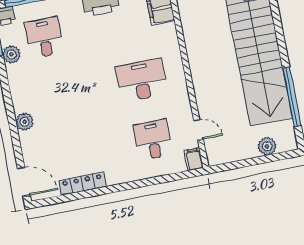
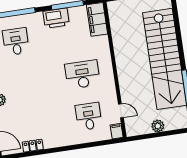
plant: (267, 146) -> (158, 126), moved
locker: (83, 184) -> (33, 146), width x0.66

